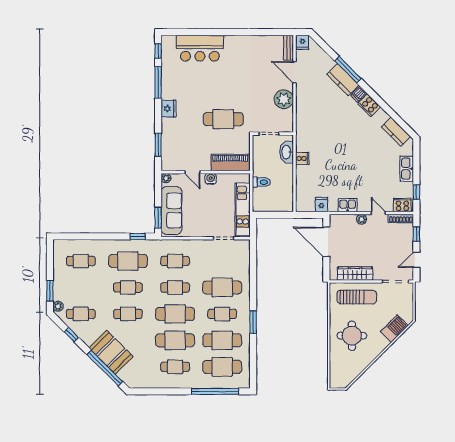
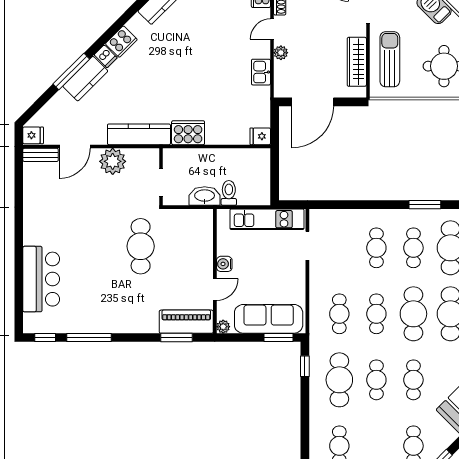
fridge: (168, 109) -> (126, 323), removed
kitchen counter: (303, 118) -> (139, 134), added
washbasin: (287, 152) -> (205, 196), moved, turned 180
cooker: (302, 158) -> (188, 133), width x1.87, depth x1.31
piano: (230, 163) -> (186, 322), moved, turned 90
fridge: (322, 205) -> (260, 136), moved
cafe table: (222, 287) -> (376, 248), width x0.73, depth x0.74

